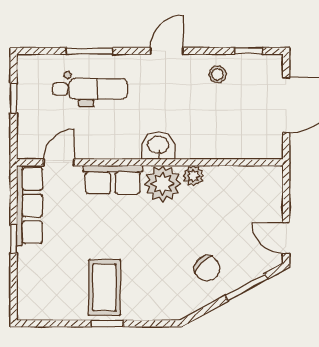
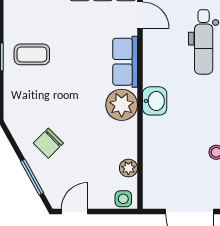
plant: (193, 176) -> (128, 168), moved
side table: (271, 182) -> (123, 199), added
coffee table: (104, 287) -> (32, 54), width x0.73, depth x0.77

